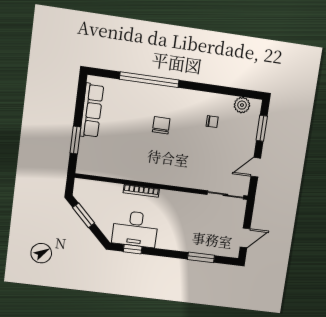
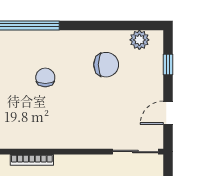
chair: (212, 122) -> (106, 65), width x1.87, depth x1.87
window: (262, 128) -> (168, 64), width x0.67

